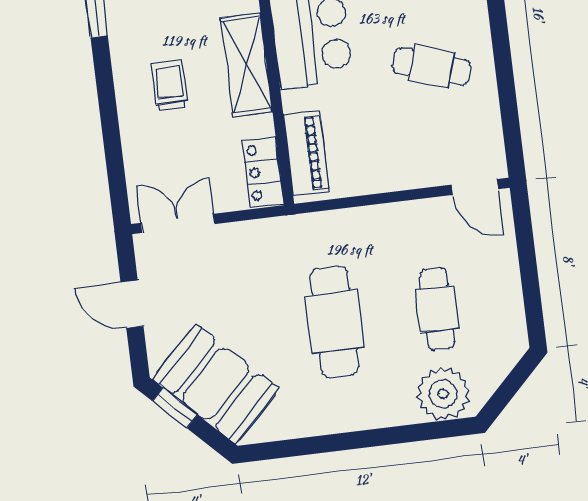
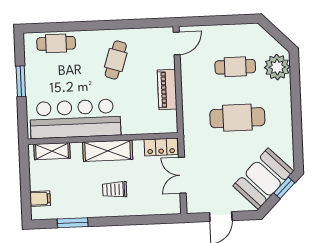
piano: (306, 153) -> (167, 90), moved, turned -90
double door: (178, 223) -> (182, 175), moved
window: (175, 408) -> (284, 188), moved

